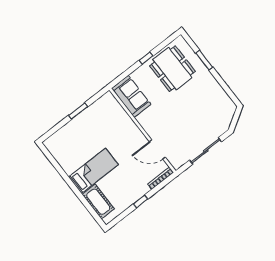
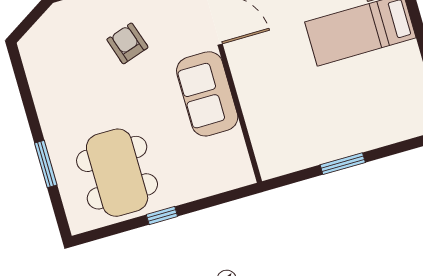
sofa: (131, 96) -> (207, 94), moved
armchair: (190, 125) -> (127, 43), added

